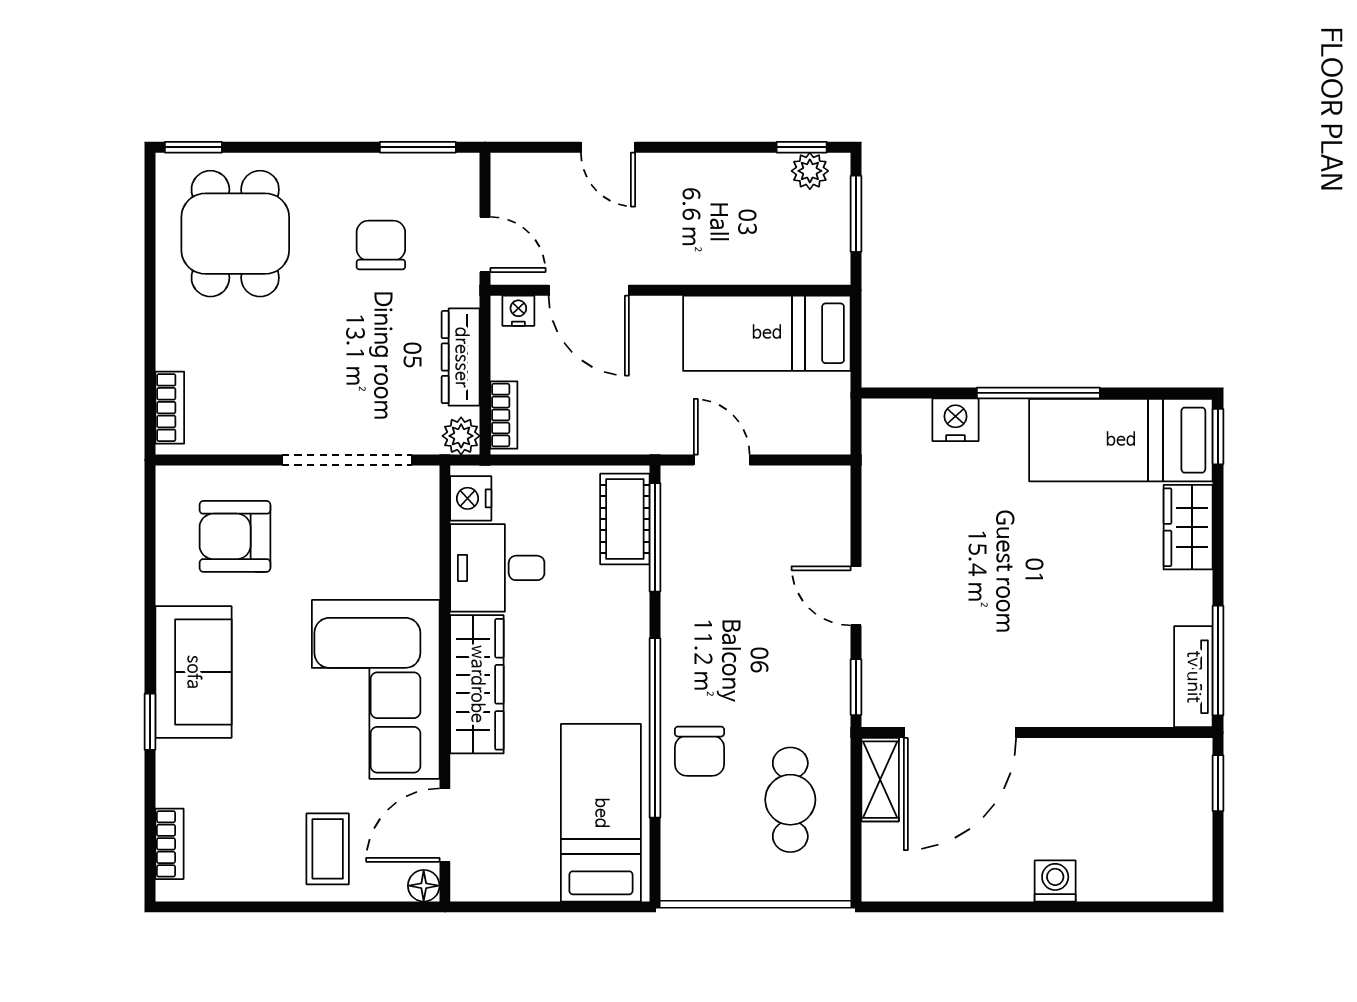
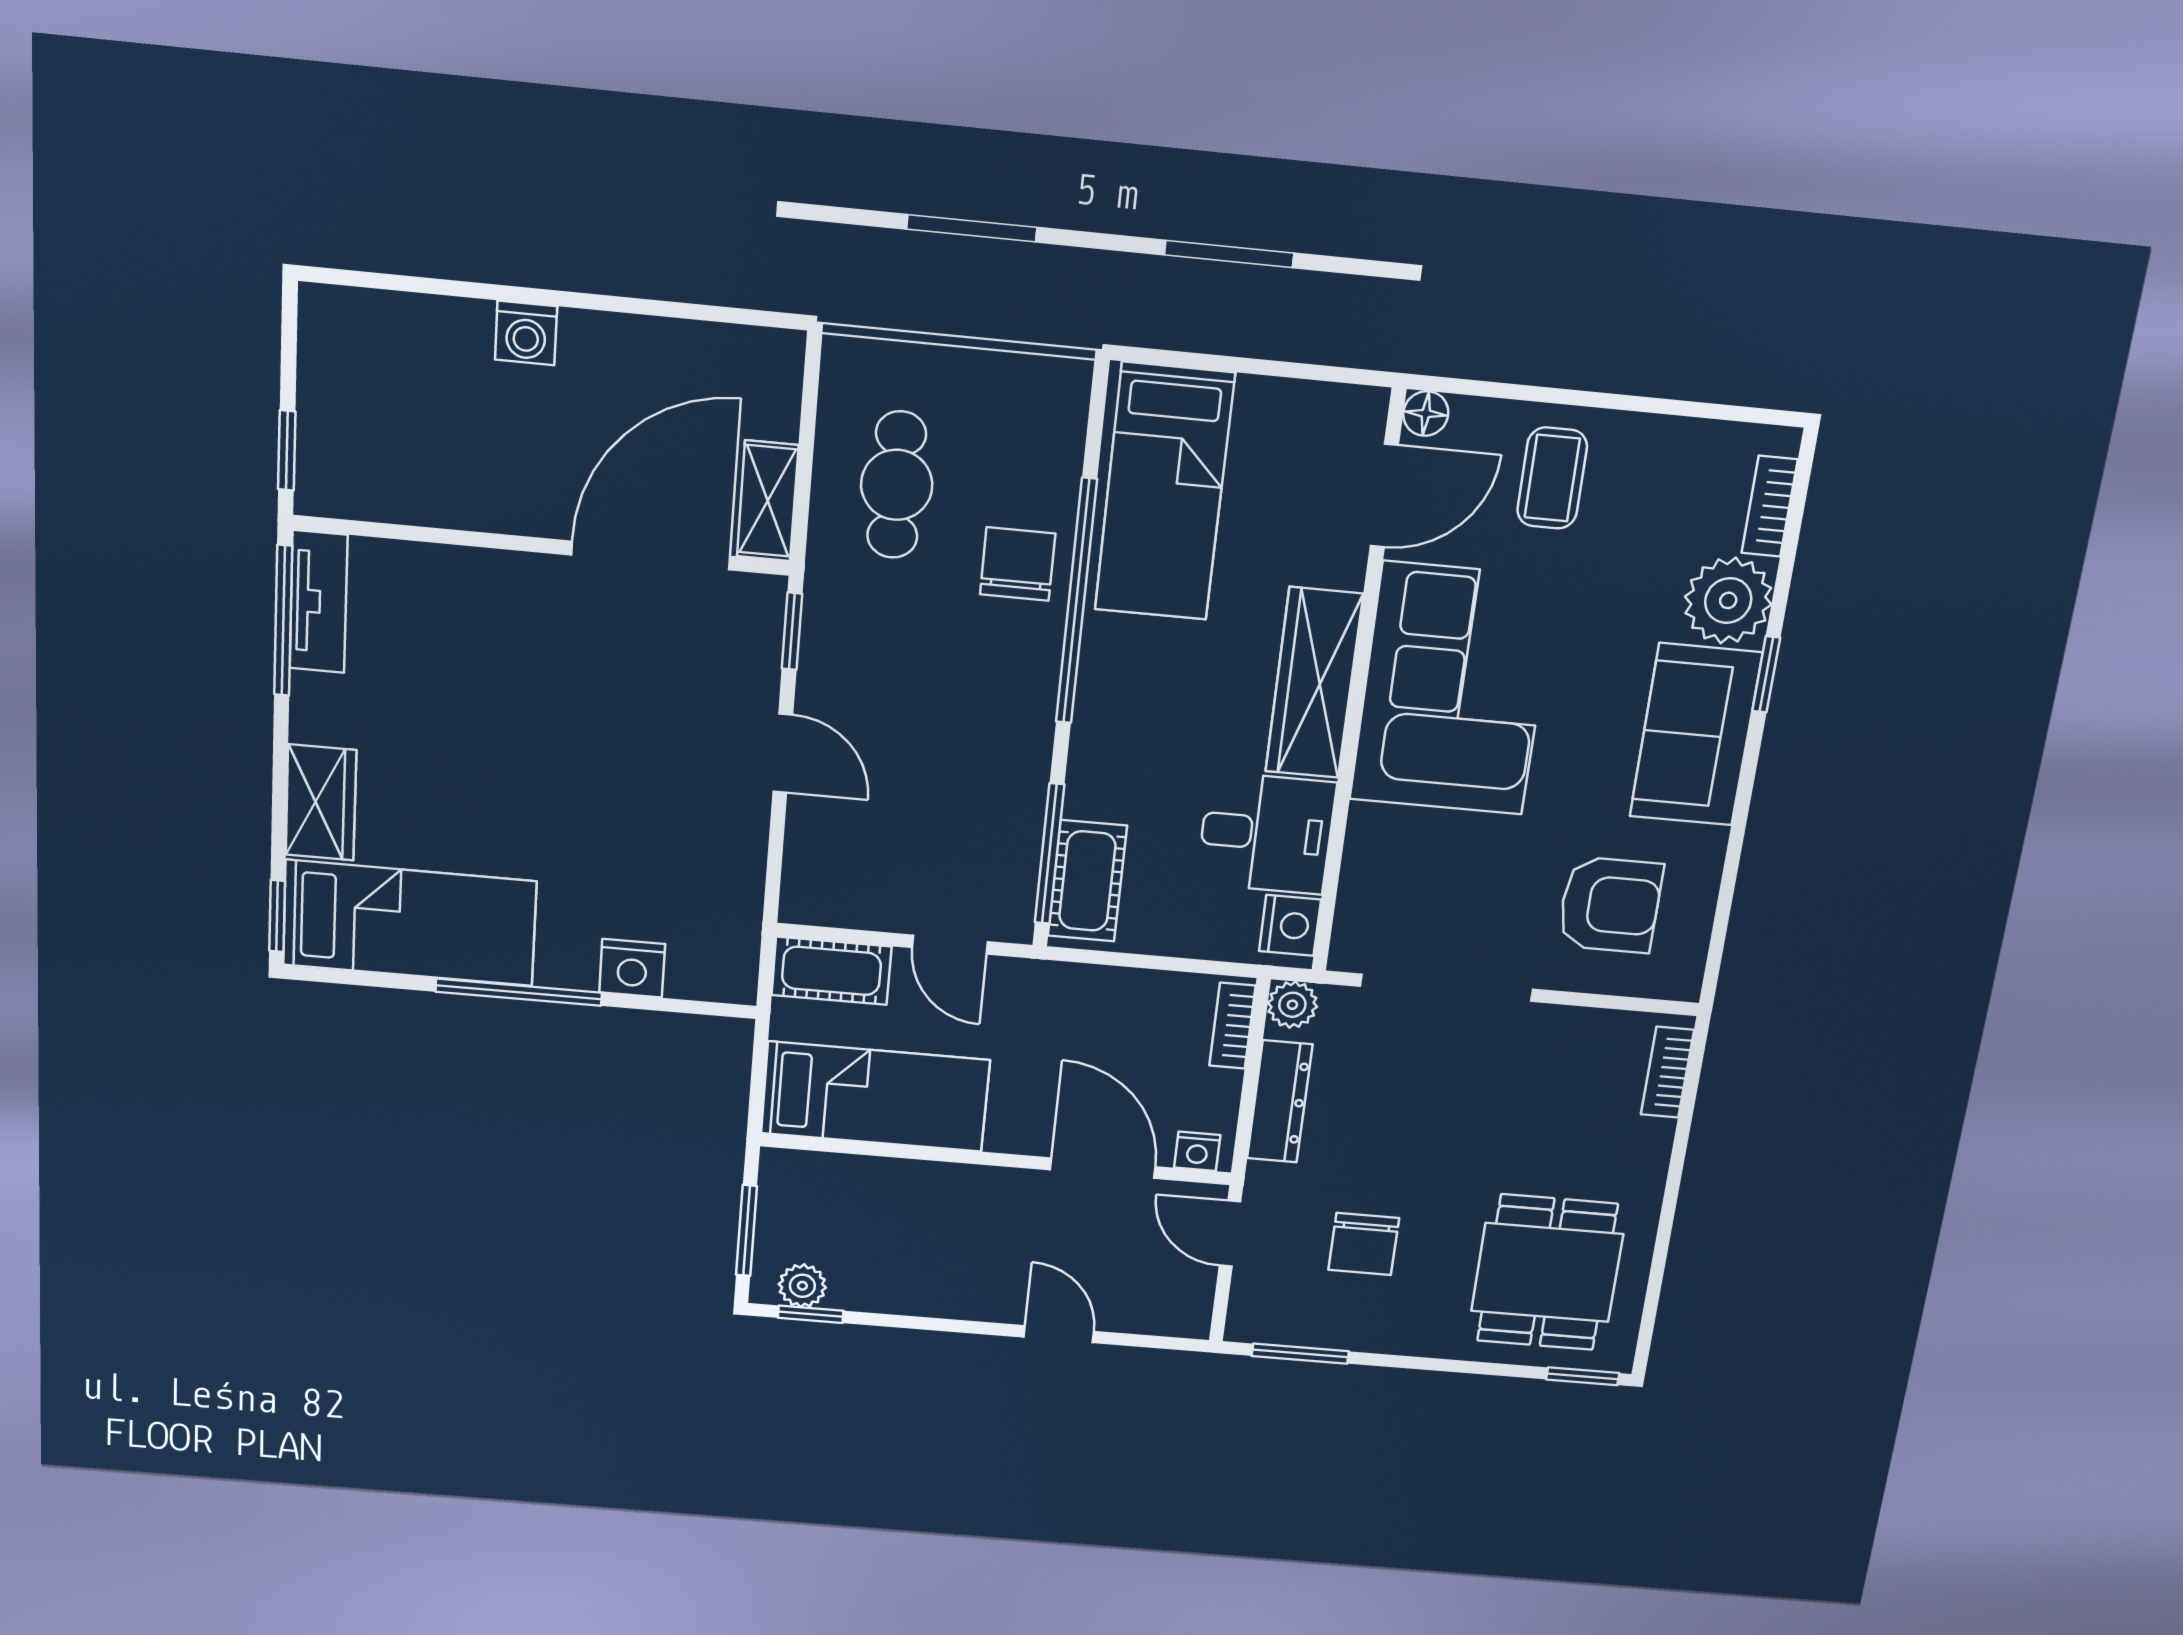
cot: (808, 431) -> (832, 971), added
plant: (187, 773) -> (1728, 600), added

